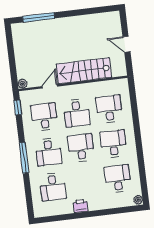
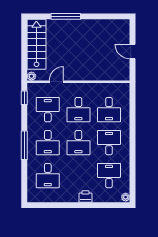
window: (39, 17) -> (66, 16), moved
stairs: (84, 71) -> (36, 44), moved, turned 90
desk: (109, 109) -> (109, 110), turned 180
desk: (81, 148) -> (78, 143), turned 180
printer: (80, 206) -> (85, 196), moved

